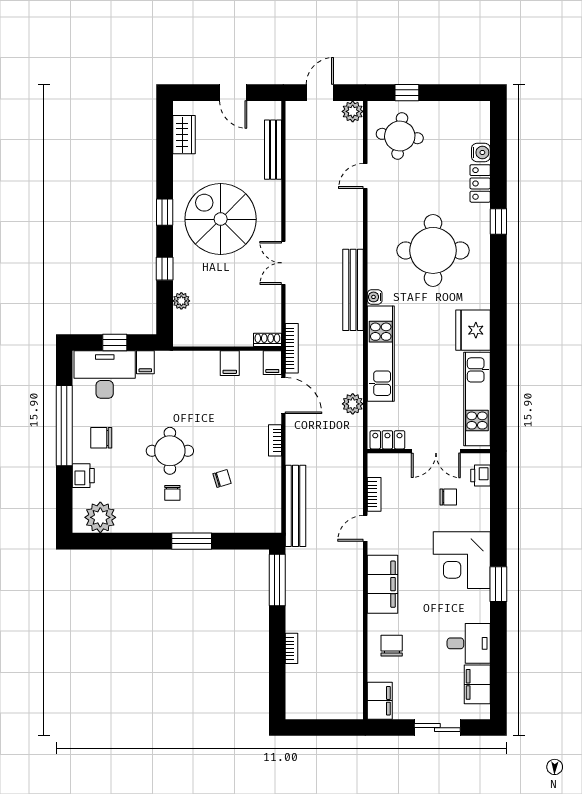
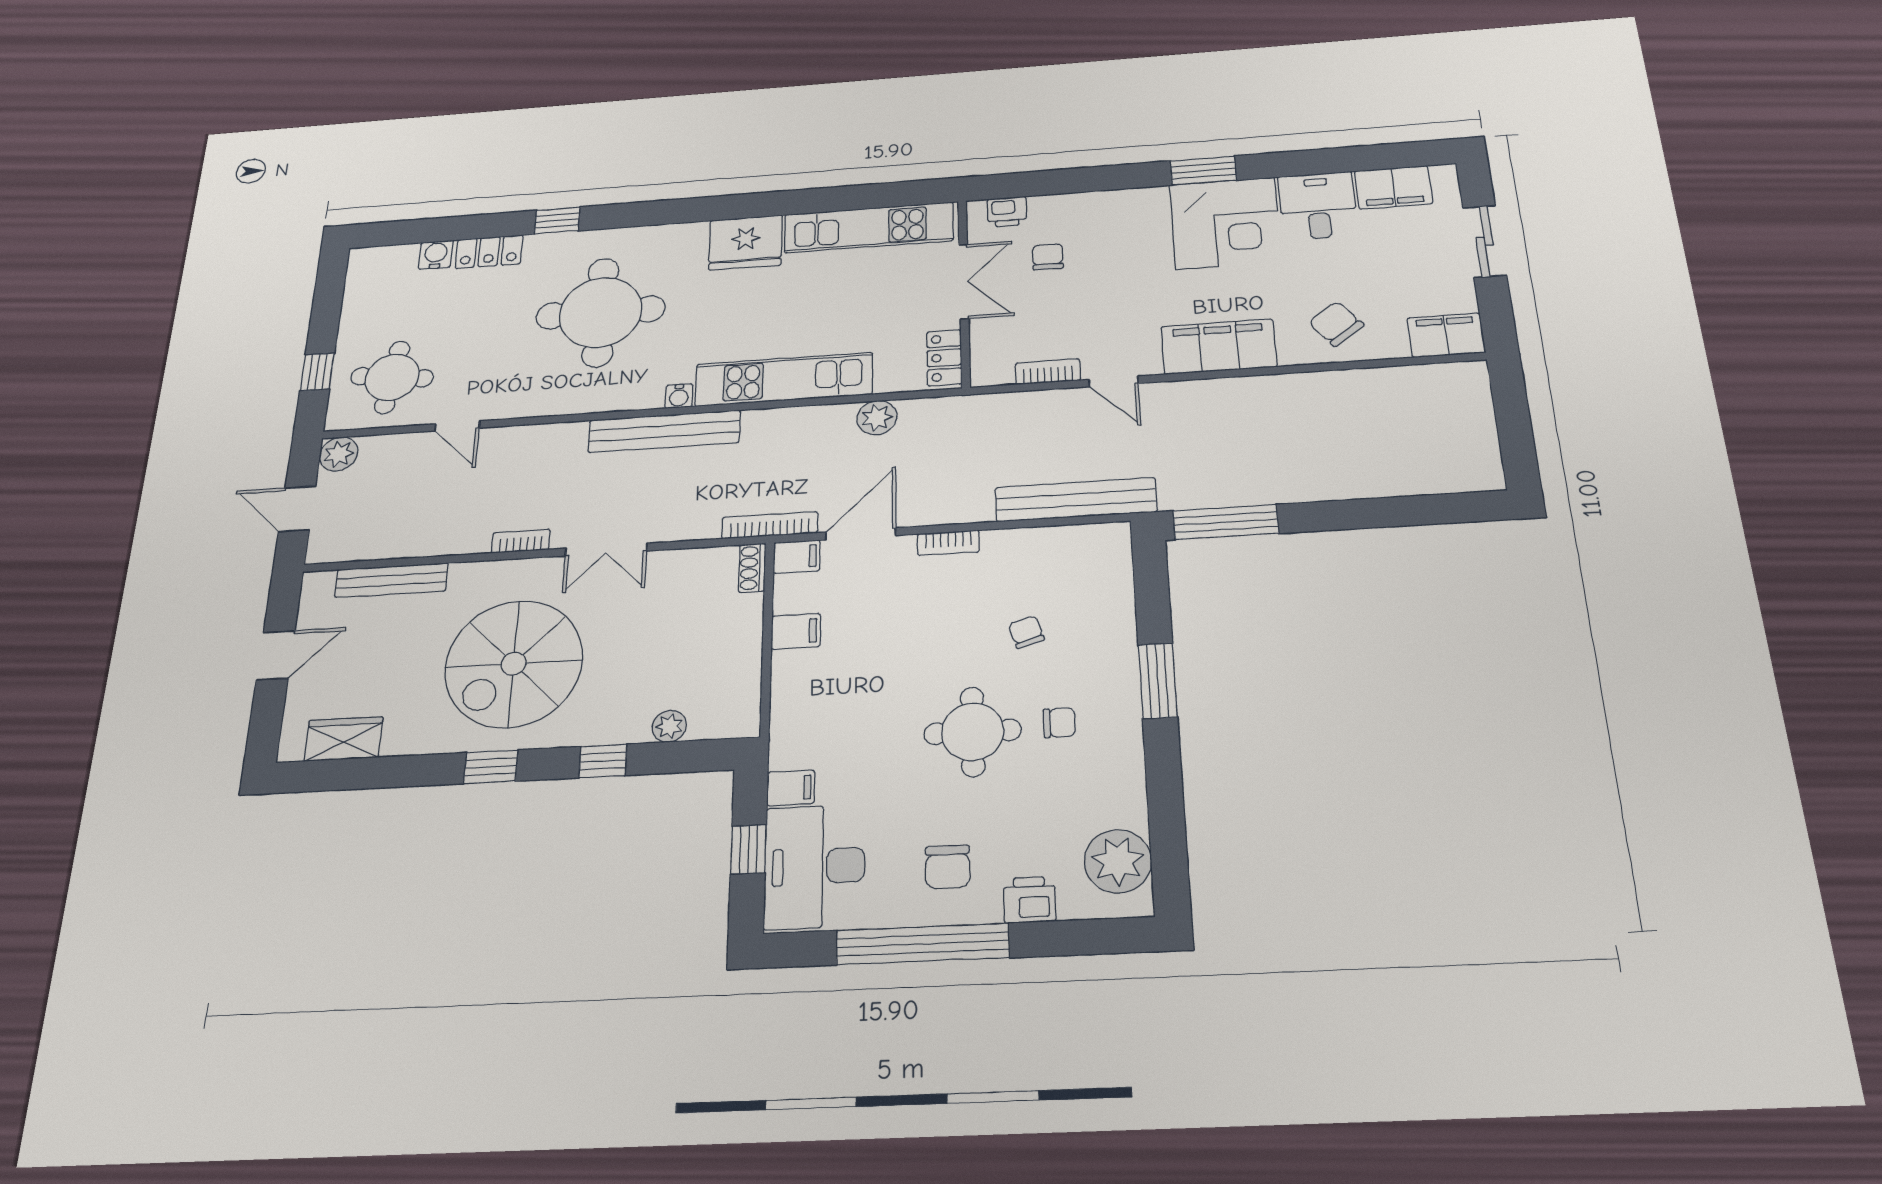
corner desk: (462, 560) -> (1225, 223), moved
chair: (392, 646) -> (1336, 324), turned 53
bookcase: (292, 648) -> (521, 541), moved

